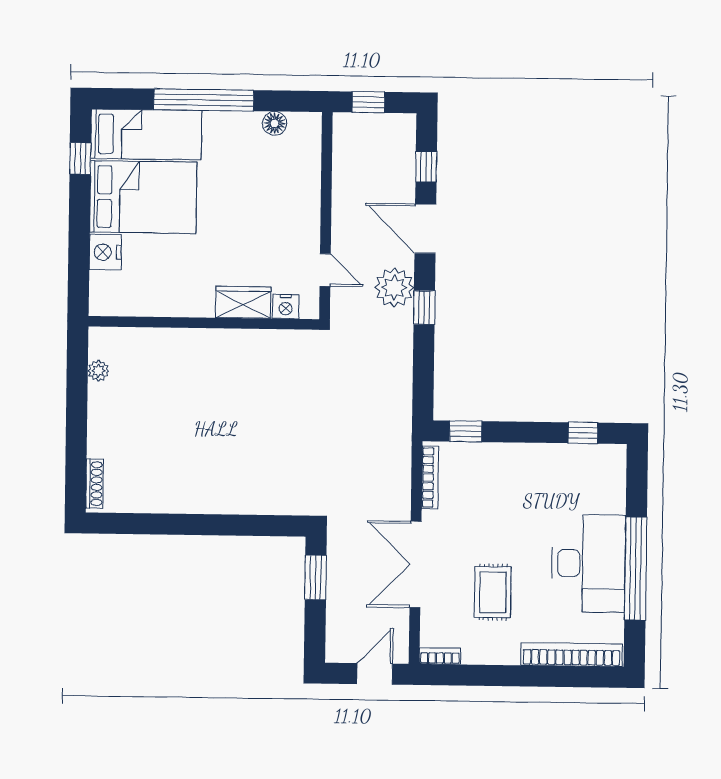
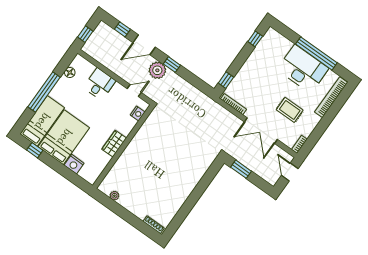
desk: (292, 195) -> (99, 84), added
wardrobe: (243, 302) -> (114, 144), moved

